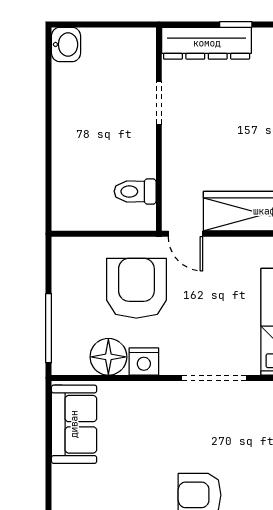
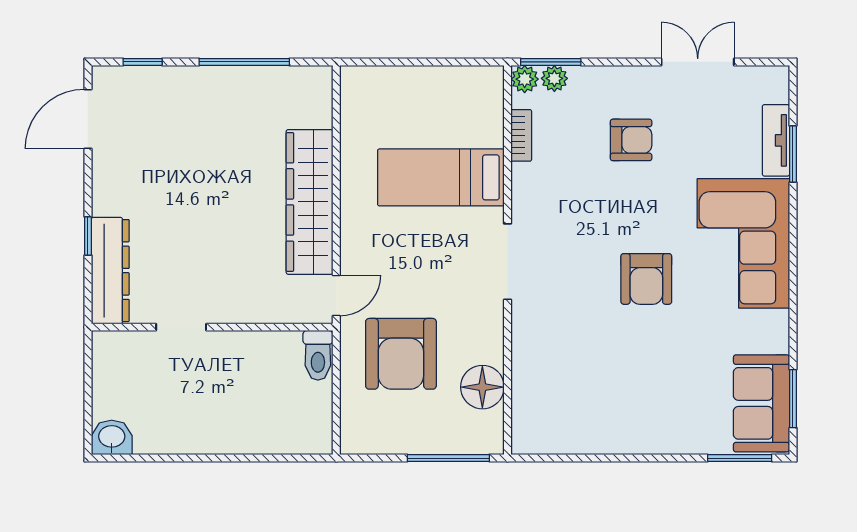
toilet: (135, 191) -> (318, 355), moved
armchair: (136, 288) -> (401, 354), turned -90
nightstand: (144, 362) -> (488, 345), removed
sofa: (74, 424) -> (562, 428), removed

